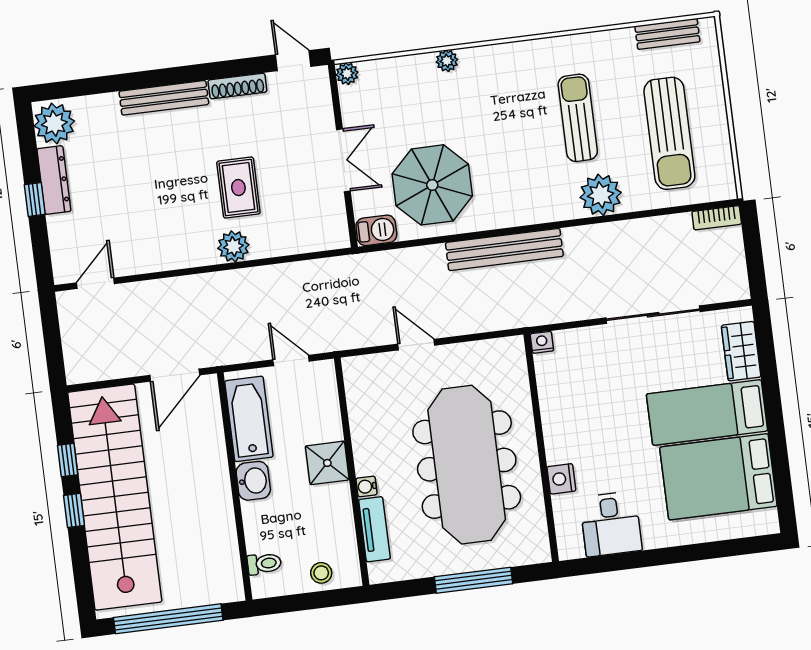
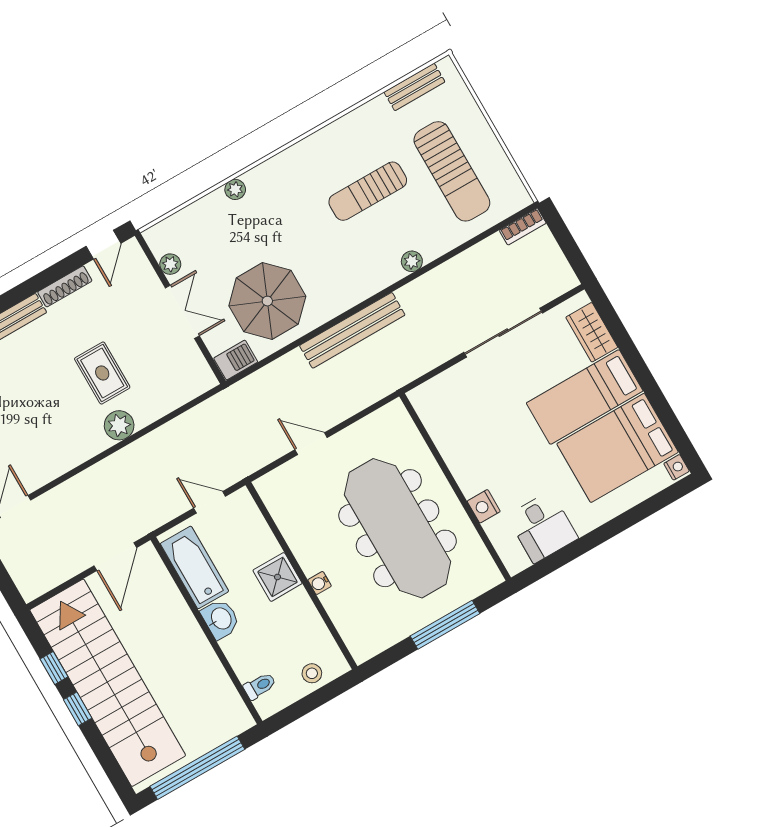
door: (293, 61) -> (103, 245), swing flipped
plant: (347, 74) -> (170, 264), moved
sun lounger: (578, 118) -> (368, 191), turned -90
plant: (601, 195) -> (412, 261), width x0.53, depth x0.53
nightstand: (542, 342) -> (676, 467), moved, turned 90
tv unit: (374, 529) -> (342, 617), removed

